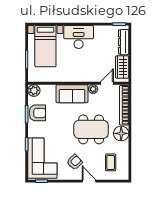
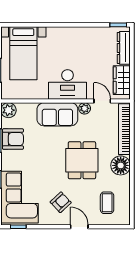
desk: (79, 37) -> (68, 84), moved, turned 180
door: (107, 83) -> (102, 101), hinge flipped
dining table: (91, 129) -> (82, 160), width x0.73

